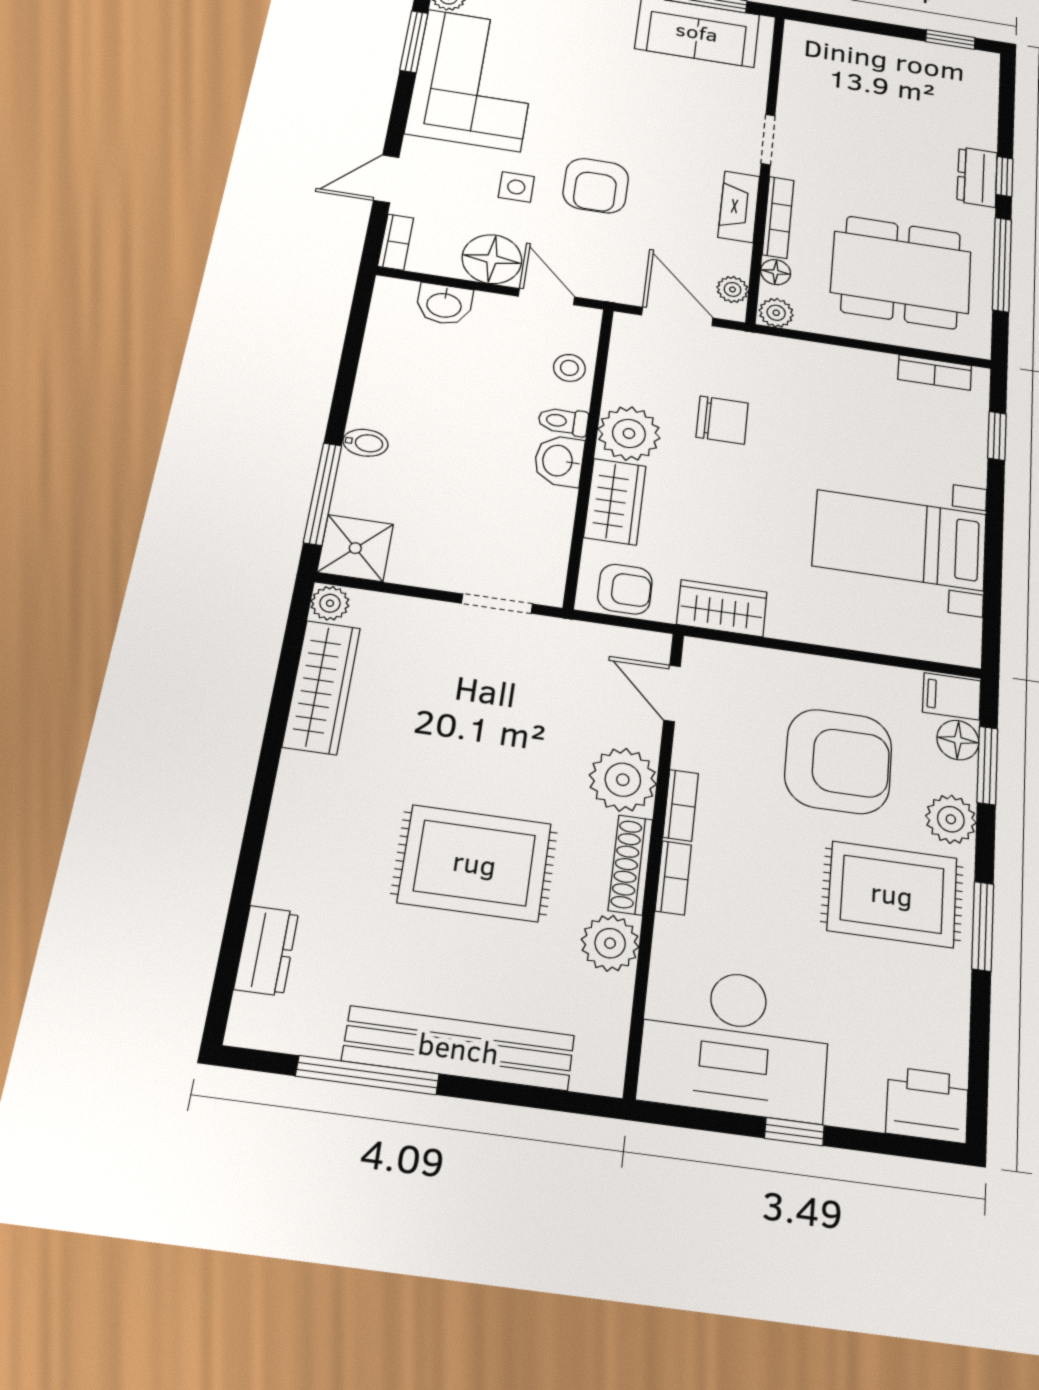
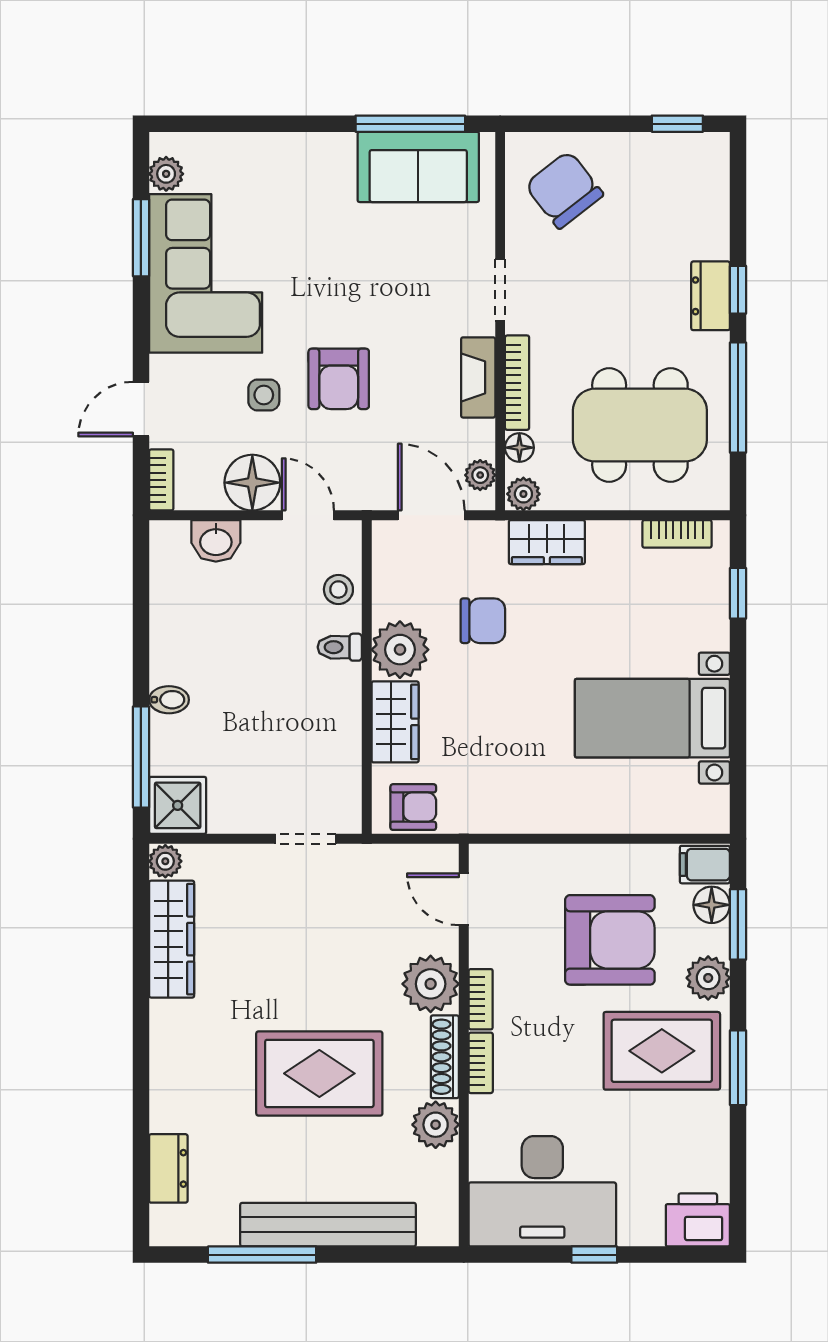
chair: (838, 72) -> (564, 190), added
washbasin: (559, 461) -> (341, 689), removed
wardrobe: (722, 608) -> (547, 542), moved, turned 180

